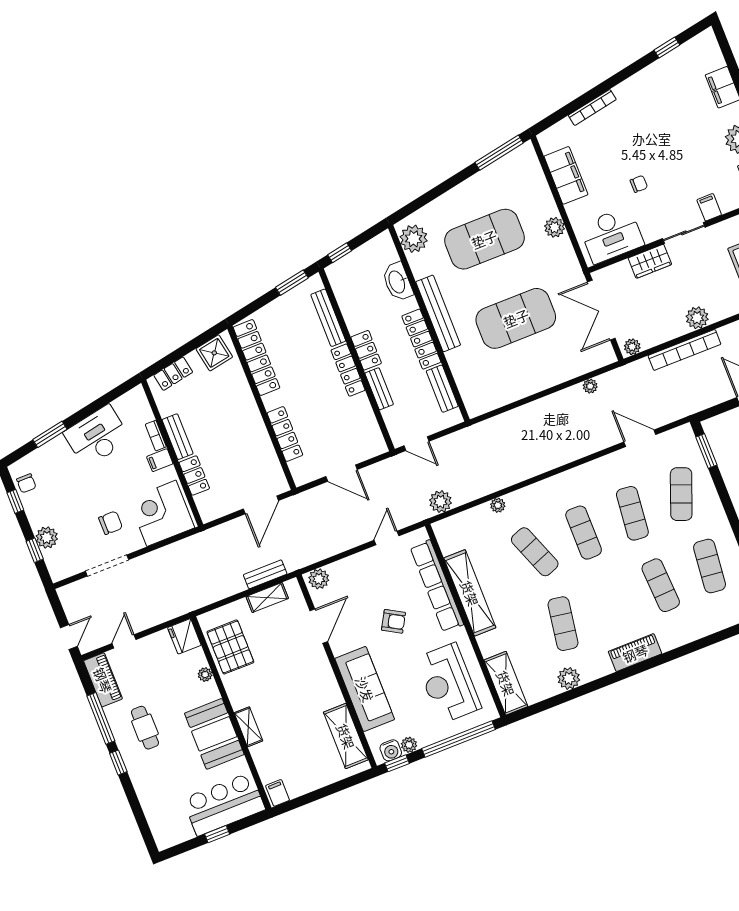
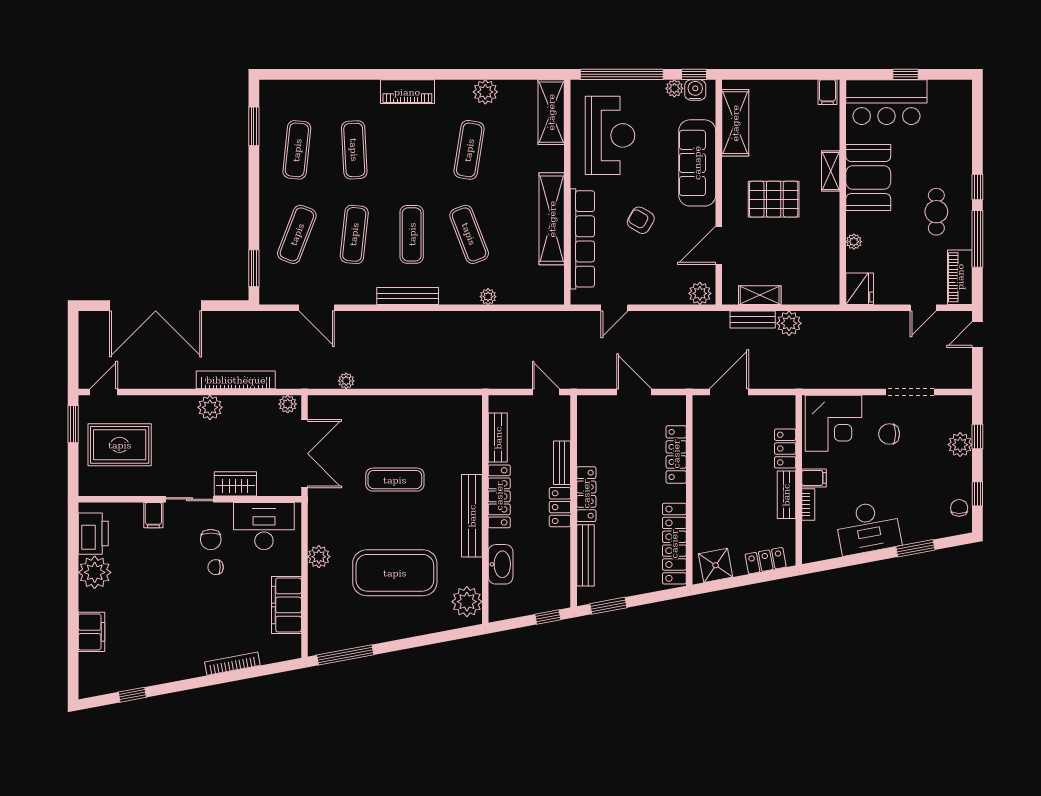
chair: (652, 206) -> (211, 540), added
exercise mat: (516, 318) -> (395, 480), width x0.50, depth x0.69
bench: (566, 479) -> (408, 296), added
plant: (441, 502) -> (789, 323), moved
pallet: (230, 647) -> (774, 199), moved, turned 90

